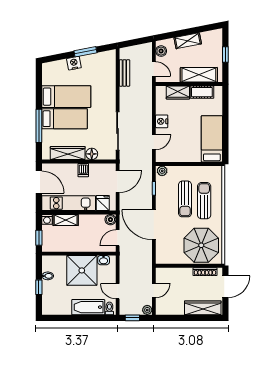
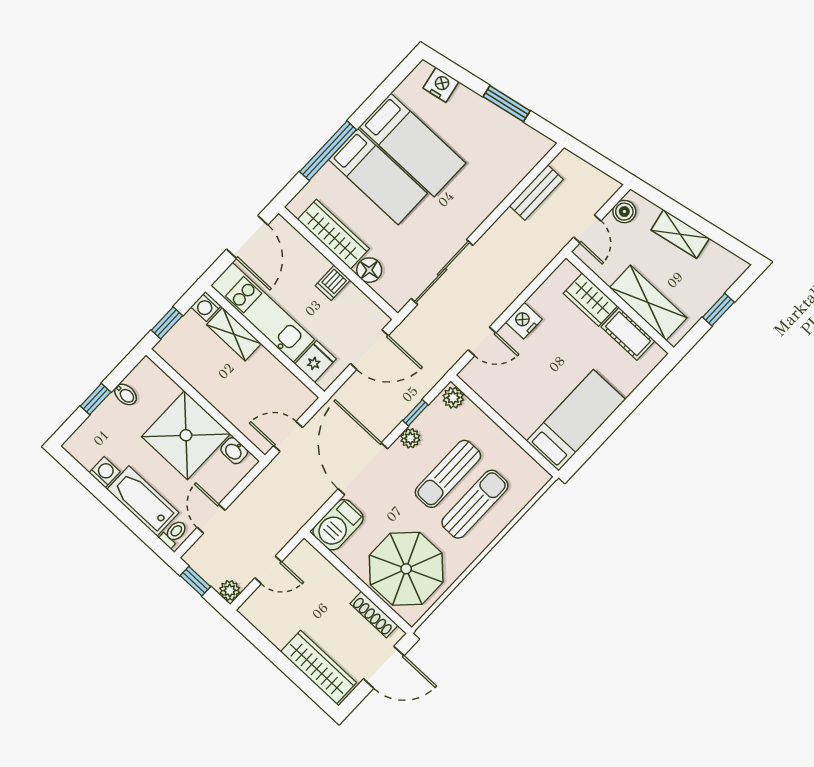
nightstand: (74, 63) -> (441, 85), moved
plant: (160, 199) -> (410, 438), added
boiler: (110, 220) -> (303, 398), removed
barbecue: (163, 252) -> (338, 525), added
washing machine: (66, 310) -> (105, 472), added

